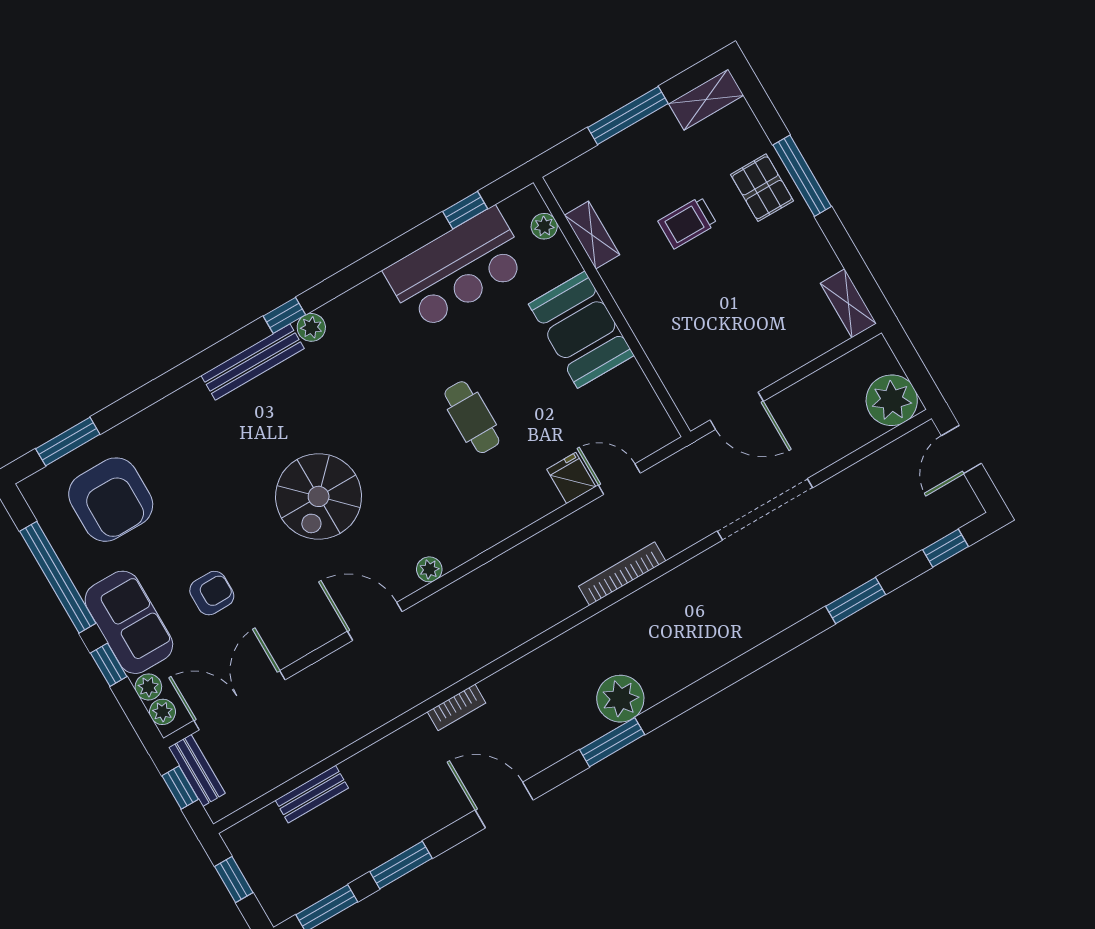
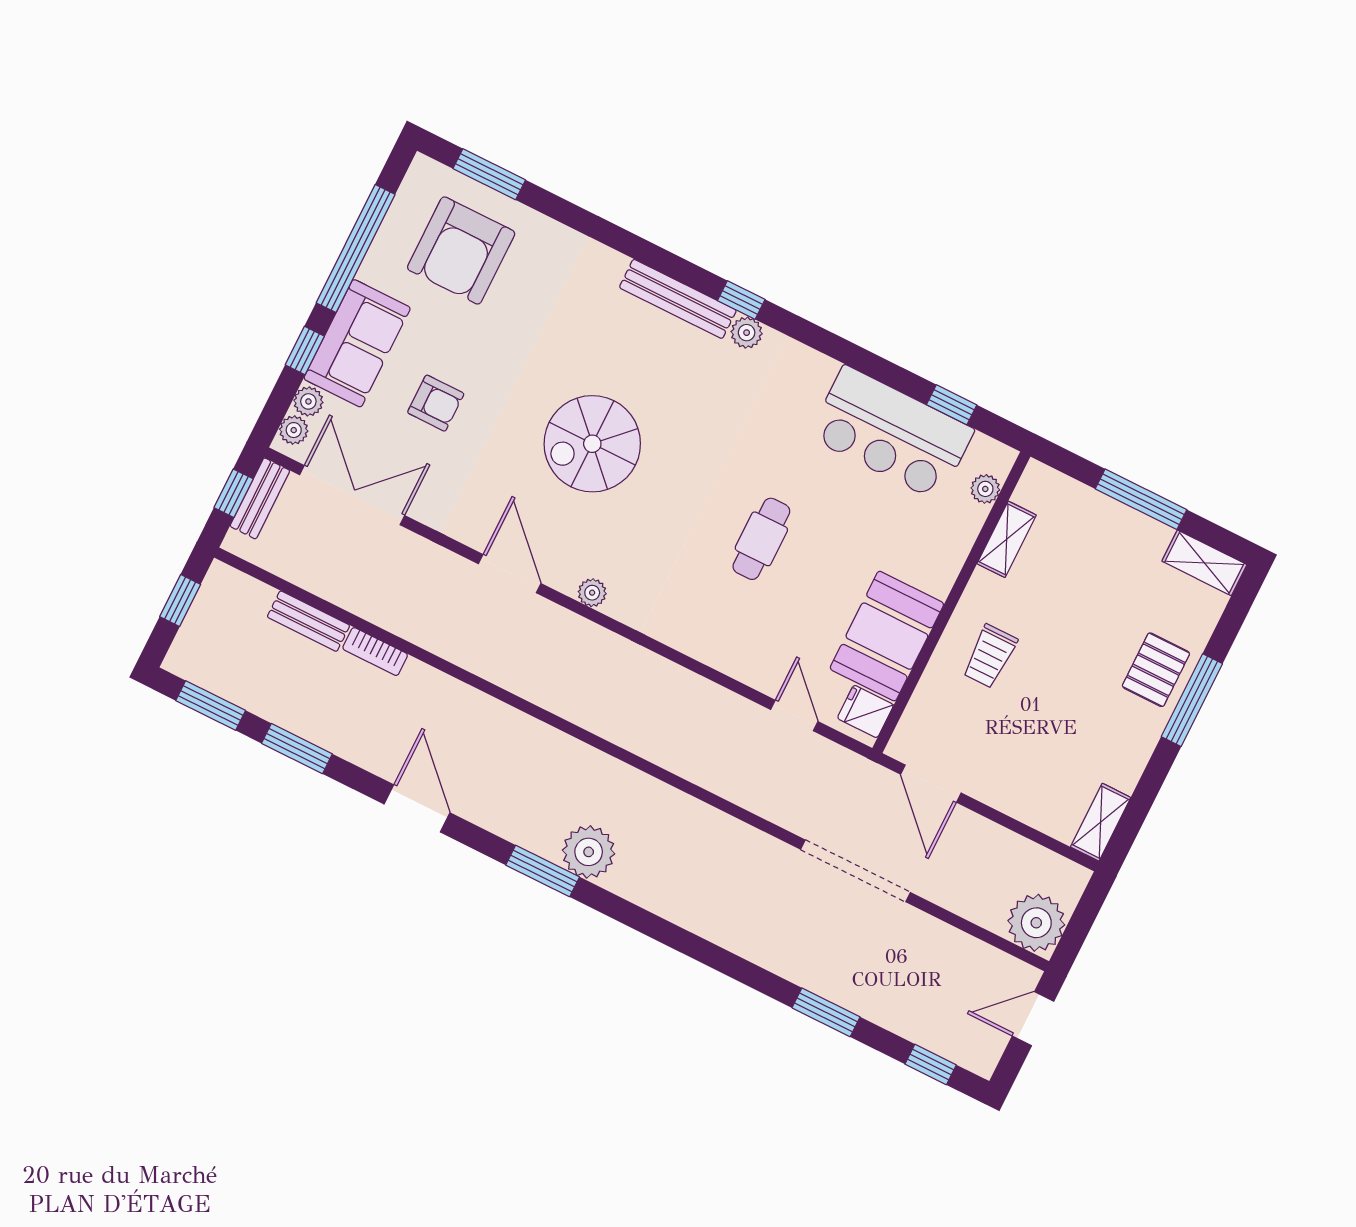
trolley: (687, 223) -> (990, 656), moved, turned -90
booth: (581, 330) -> (887, 636), moved
fridge: (571, 478) -> (865, 712), moved, turned -90
bookcase: (622, 574) -> (707, 777), removed
bookcase: (457, 707) -> (375, 652), moved

